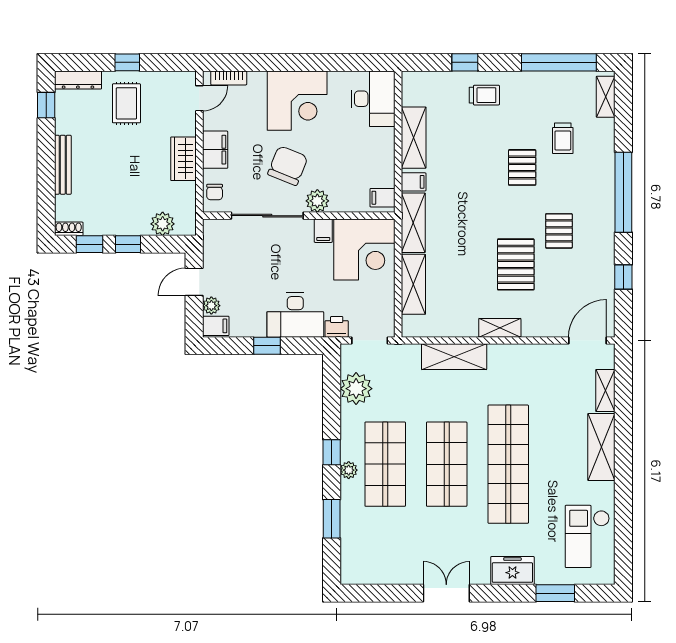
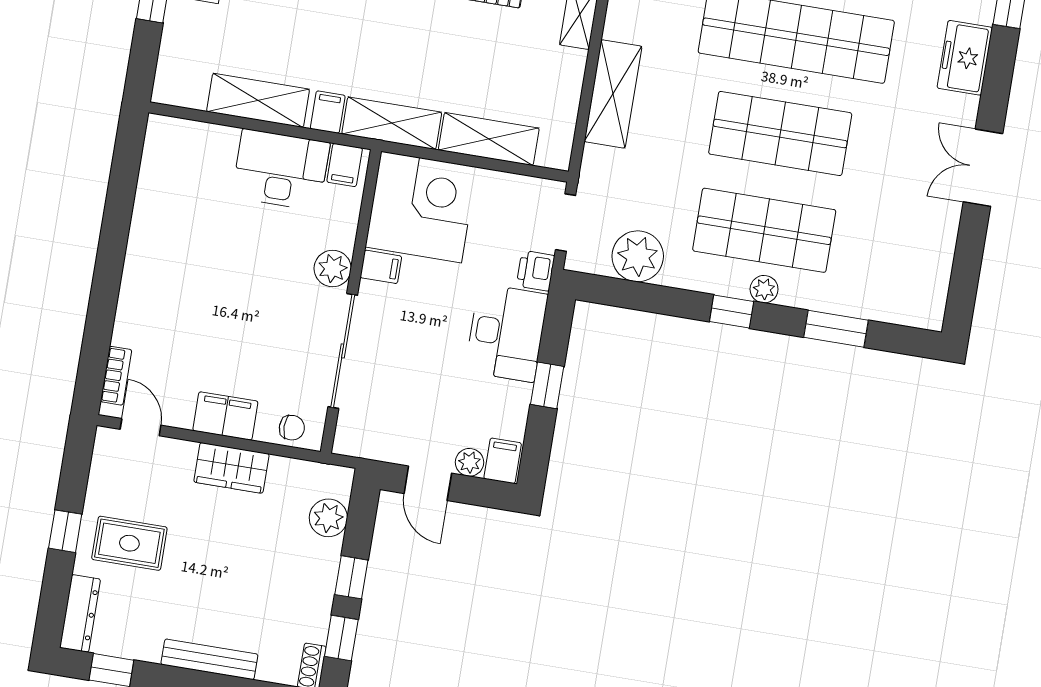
desk: (373, 99) -> (281, 170), moved
corner desk: (297, 101) -> (169, 274), removed
chair: (288, 166) -> (269, 306), removed

